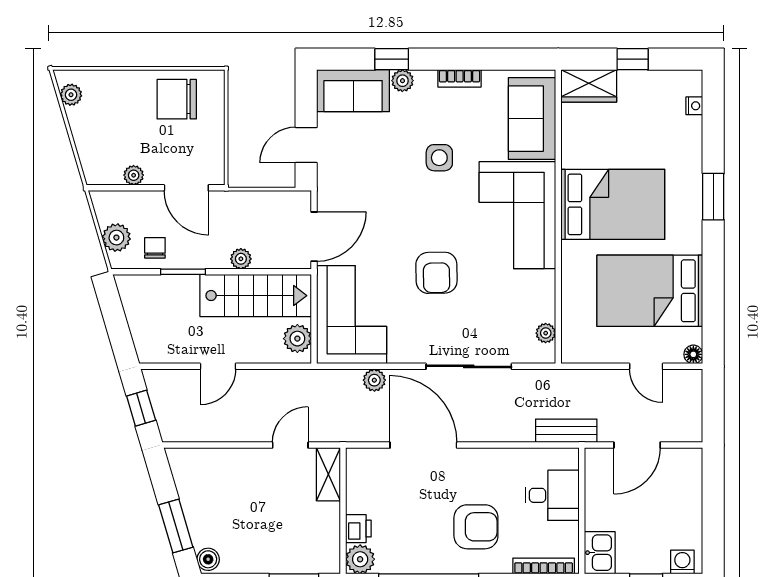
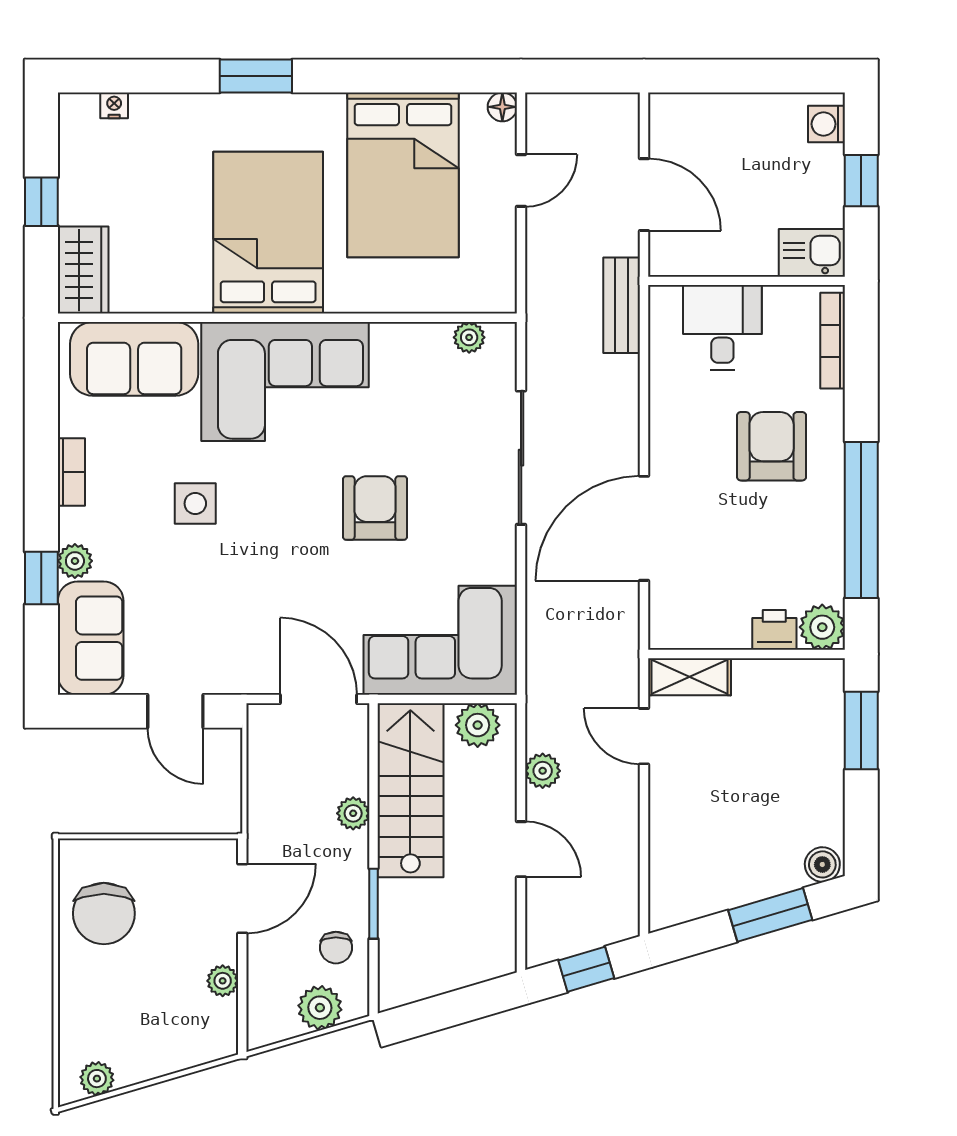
chair: (155, 248) -> (336, 948), turned -90
armchair: (436, 273) -> (375, 508), turned -89
plant: (374, 380) -> (543, 771), moved

